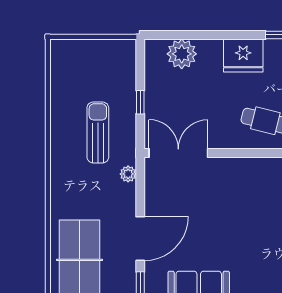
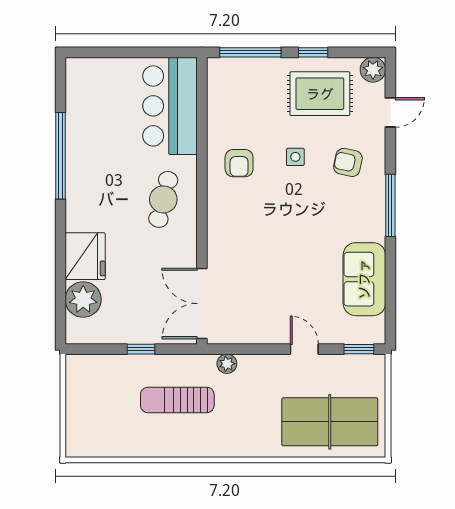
fridge: (243, 56) -> (85, 256), moved
door: (140, 239) -> (304, 349), width x0.53

